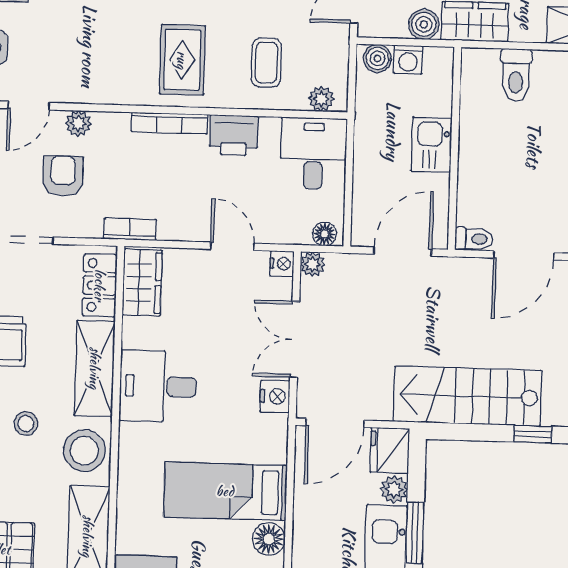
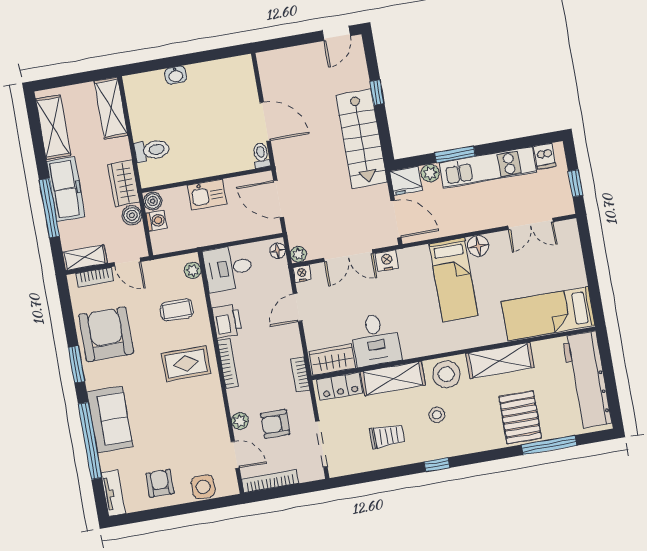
boiler: (377, 58) -> (153, 201), moved
desk: (158, 386) -> (376, 340), moved

